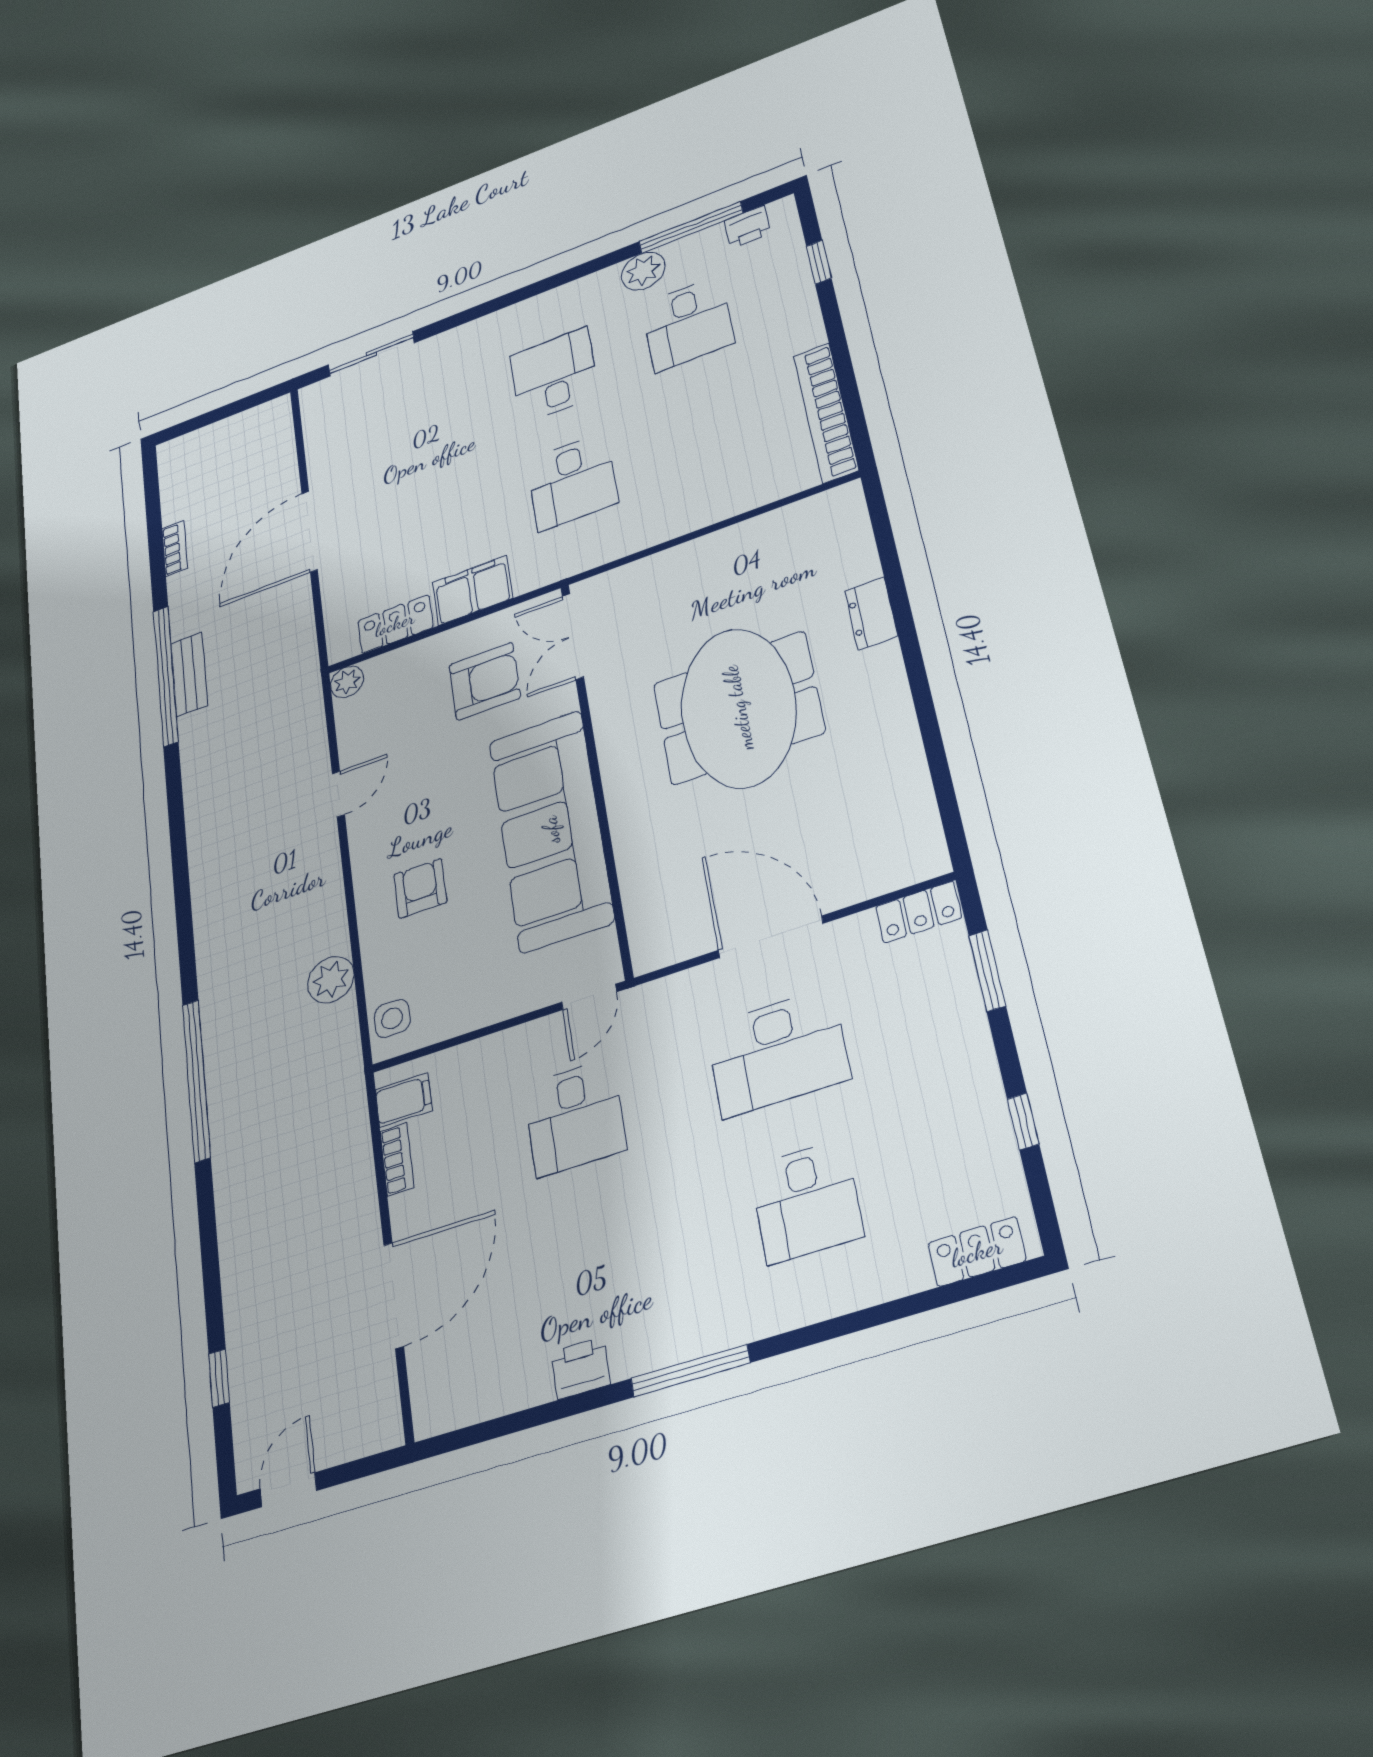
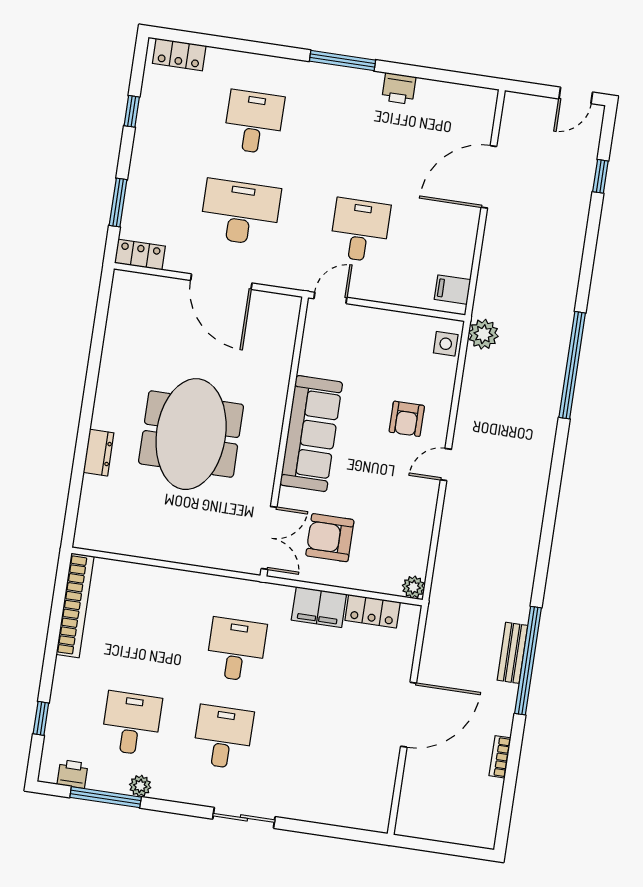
plant: (643, 271) -> (140, 786), width x0.73, depth x0.73
sliding door: (371, 354) -> (244, 818), moved
desk: (554, 375) -> (223, 737), turned 180
door: (338, 794) -> (446, 465), moved
sofa: (551, 830) -> (311, 434), width x0.74, depth x0.79
plant: (331, 980) -> (483, 334), moved
bookcase: (397, 1159) -> (466, 256), removed

